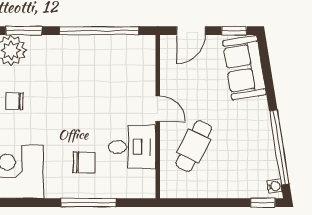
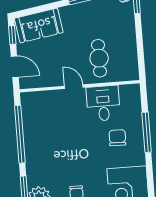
door: (158, 109) -> (74, 87), hinge flipped
cafe table: (194, 146) -> (99, 58), turned 64

